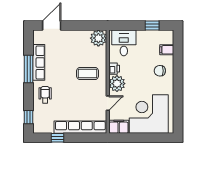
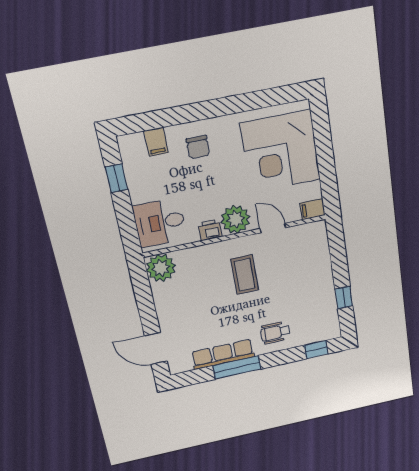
coffee table: (88, 73) -> (245, 275), moved
row of seats: (80, 127) -> (321, 265), removed
filing cabinet: (119, 127) -> (312, 209), width x0.50

